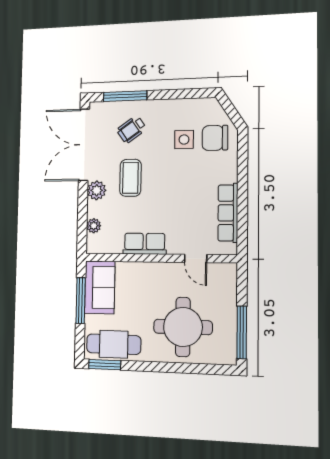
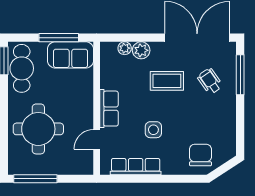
side table: (184, 140) -> (153, 130), moved
plant: (97, 190) -> (141, 50), moved
row of seats: (145, 244) -> (109, 109), moved

